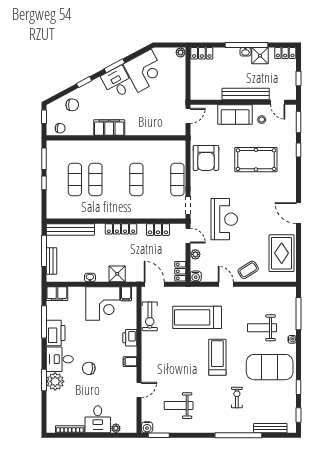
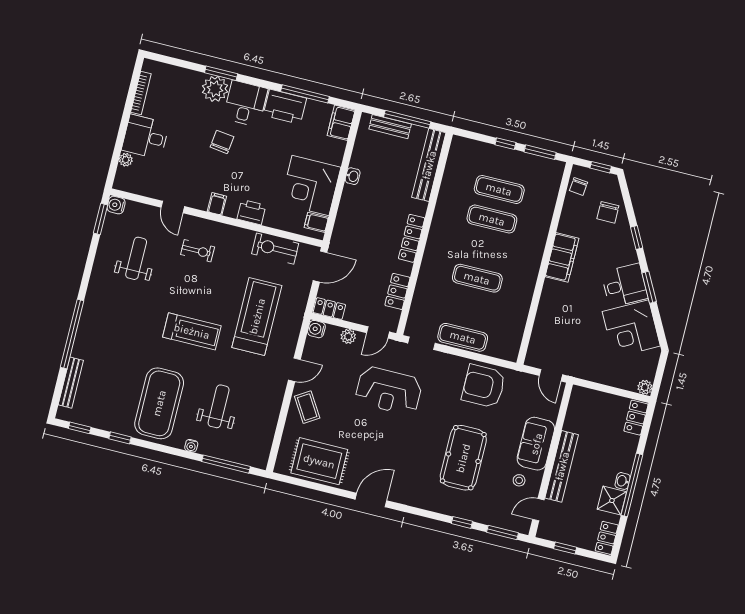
shower: (117, 274) -> (348, 217), removed
exercise bike: (237, 397) -> (198, 251), moved

